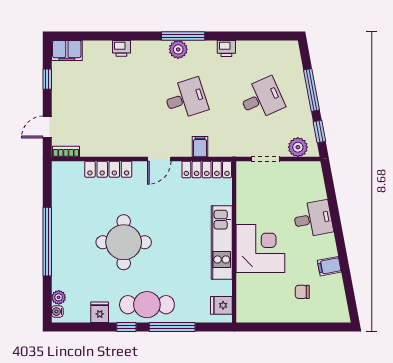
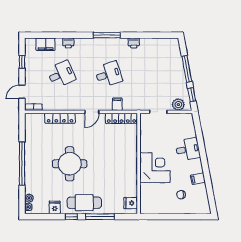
plant: (178, 49) -> (104, 44), removed
filing cabinet: (67, 50) -> (46, 44), moved
desk: (262, 99) -> (61, 74), moved
kitchen unit: (222, 243) -> (131, 164), removed

